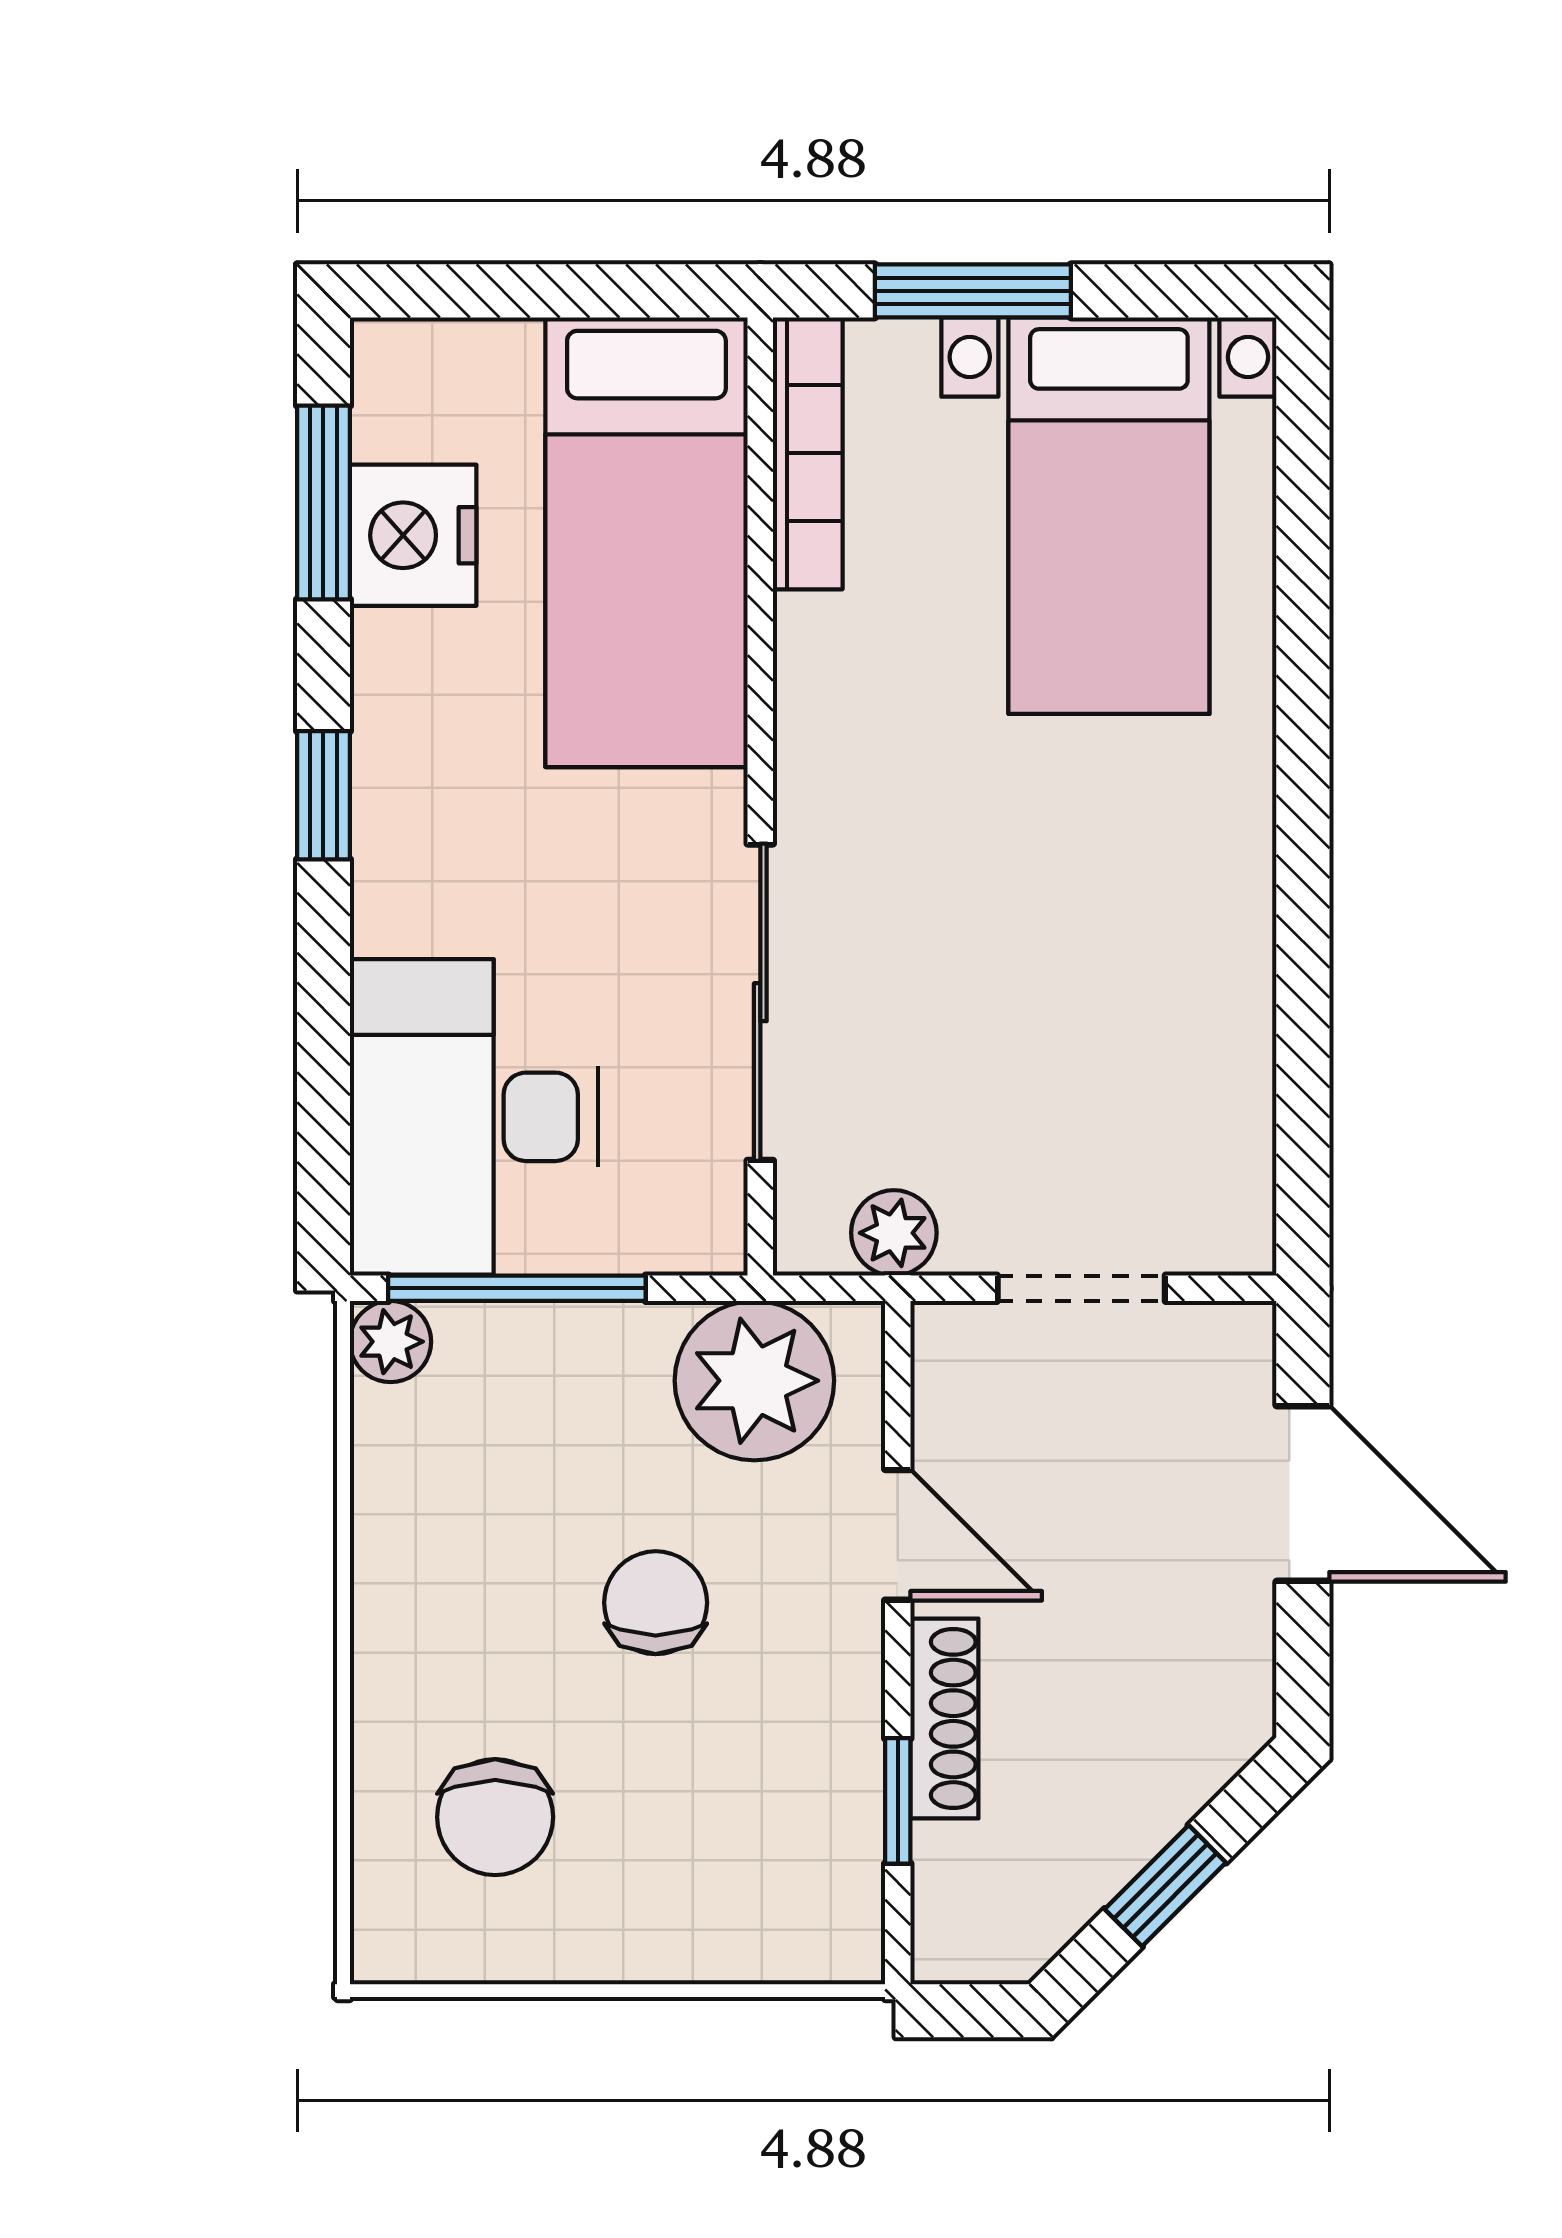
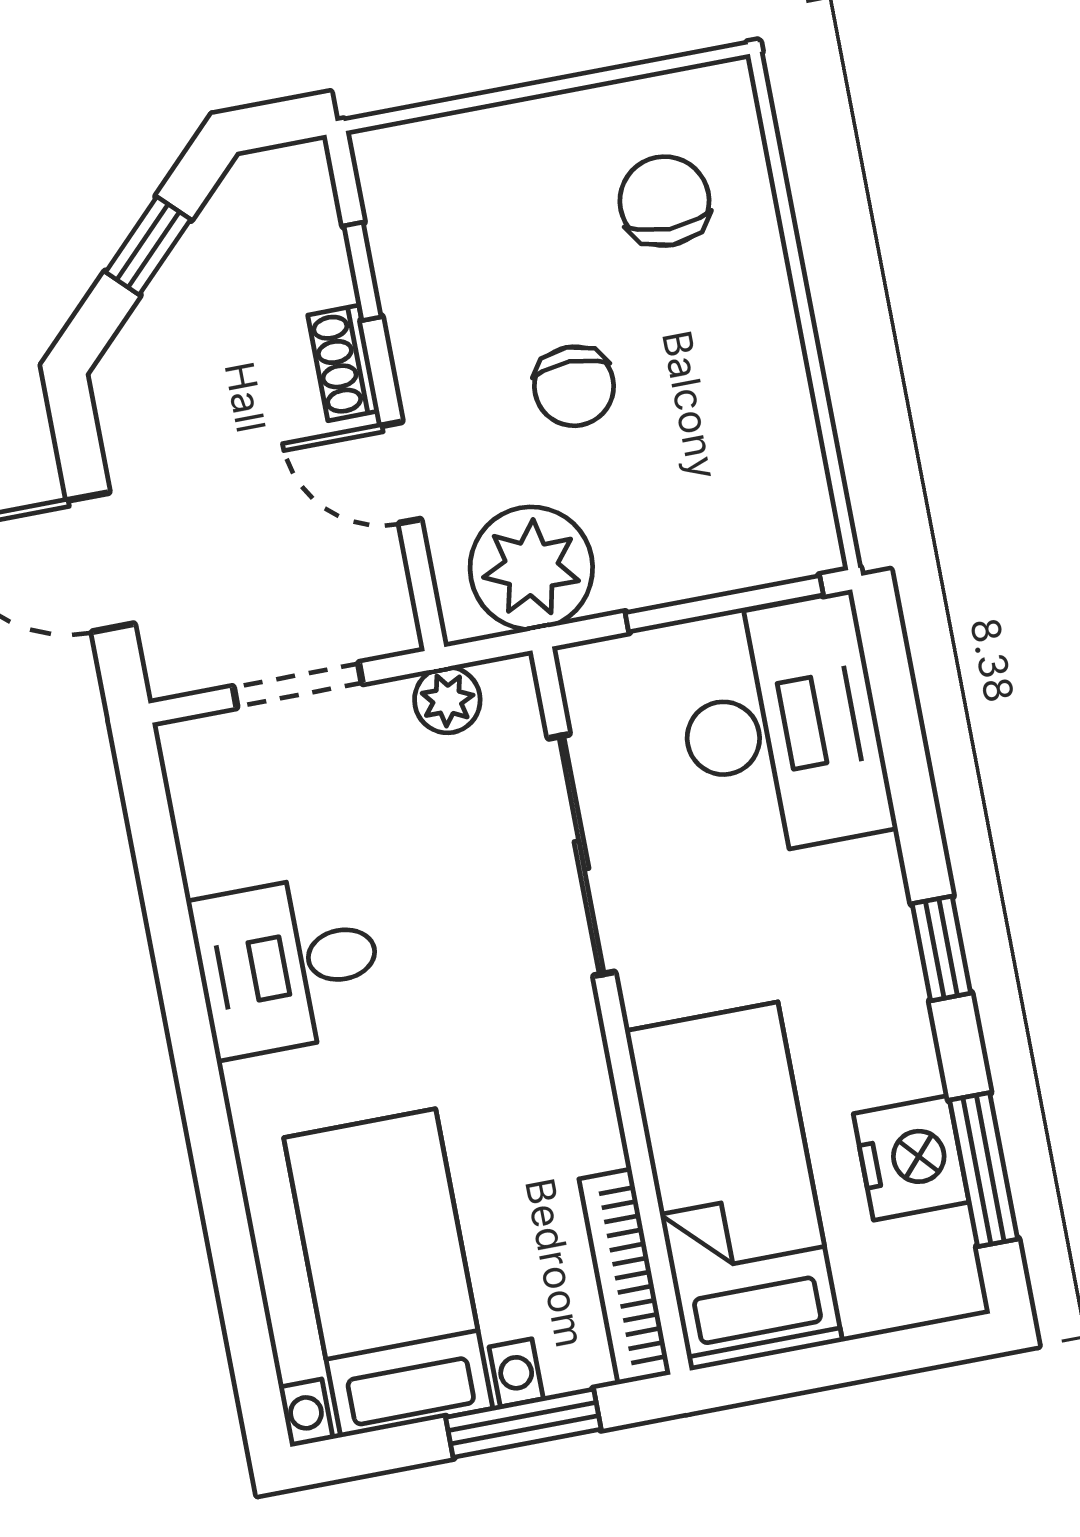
desk: (1162, 934) -> (288, 965), added
plant: (391, 1342) -> (812, 545), removed
shoe rack: (944, 1718) -> (343, 363), width x0.70

